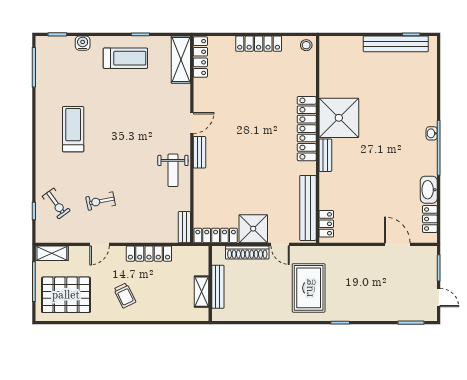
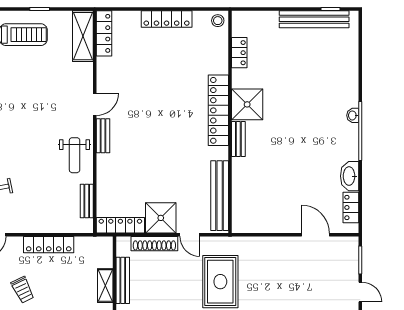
shower: (339, 118) -> (247, 104), width x0.73, depth x0.73
locker: (326, 224) -> (239, 53), moved
bench: (184, 227) -> (87, 201), moved

